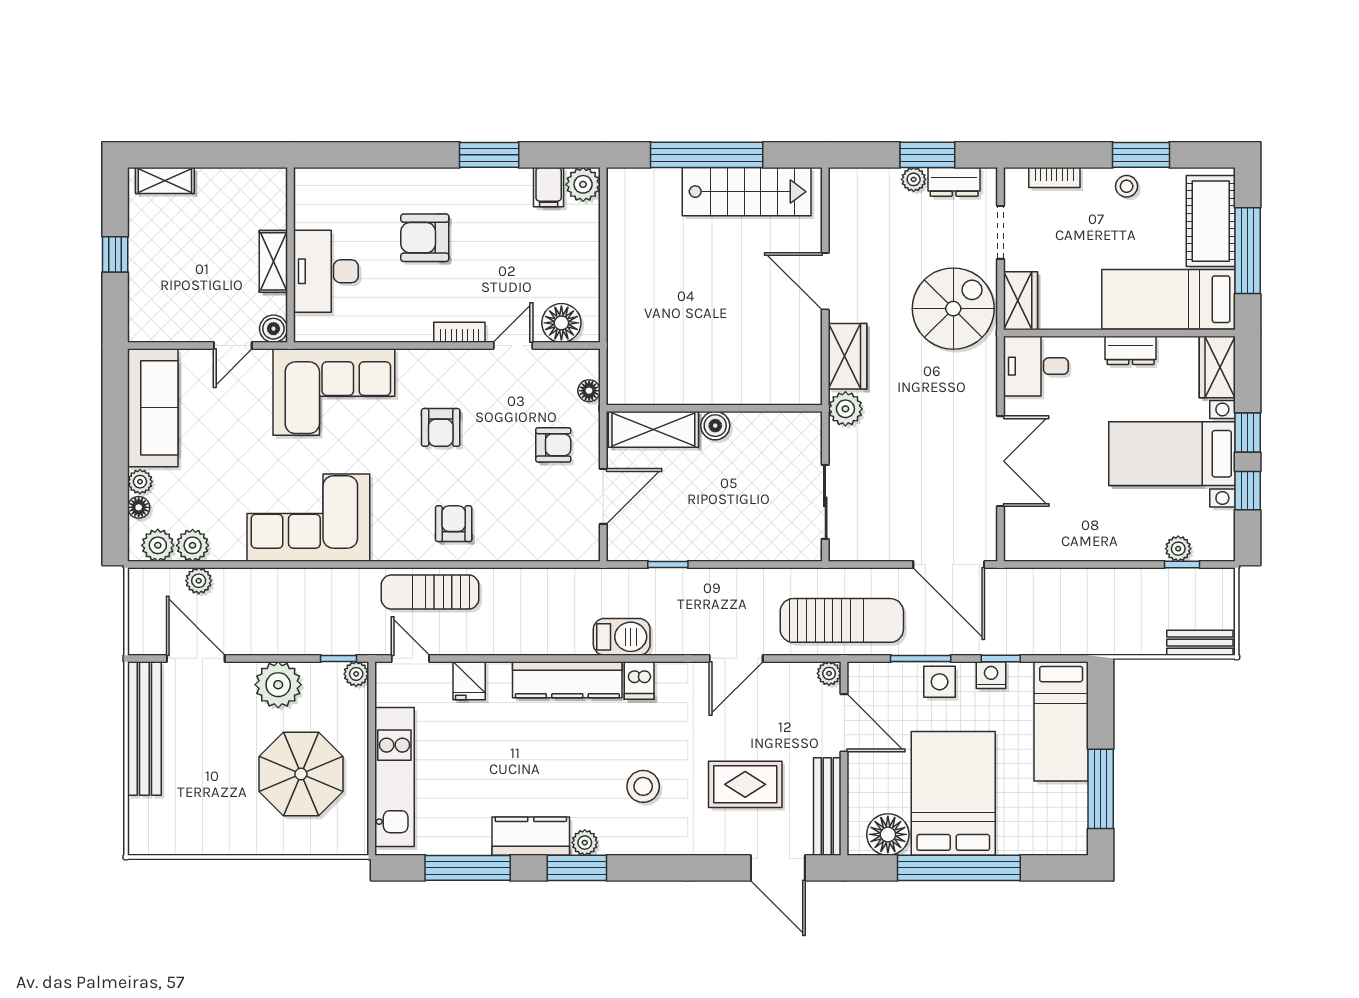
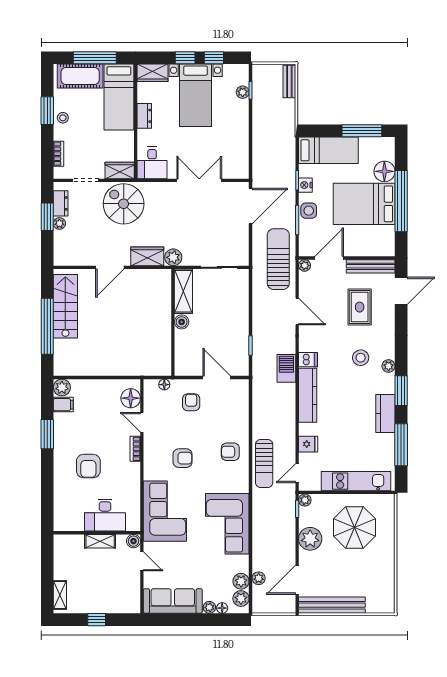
shelving: (653, 429) -> (183, 291), moved
floor lamp: (888, 834) -> (384, 171), moved
plant: (585, 843) -> (389, 366), moved

